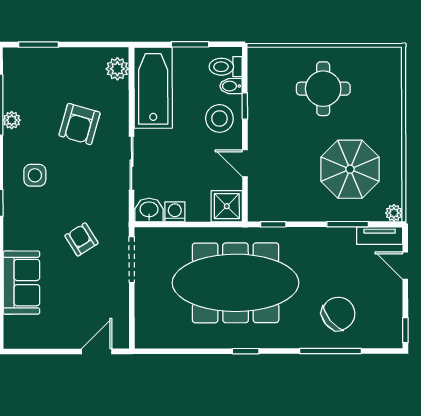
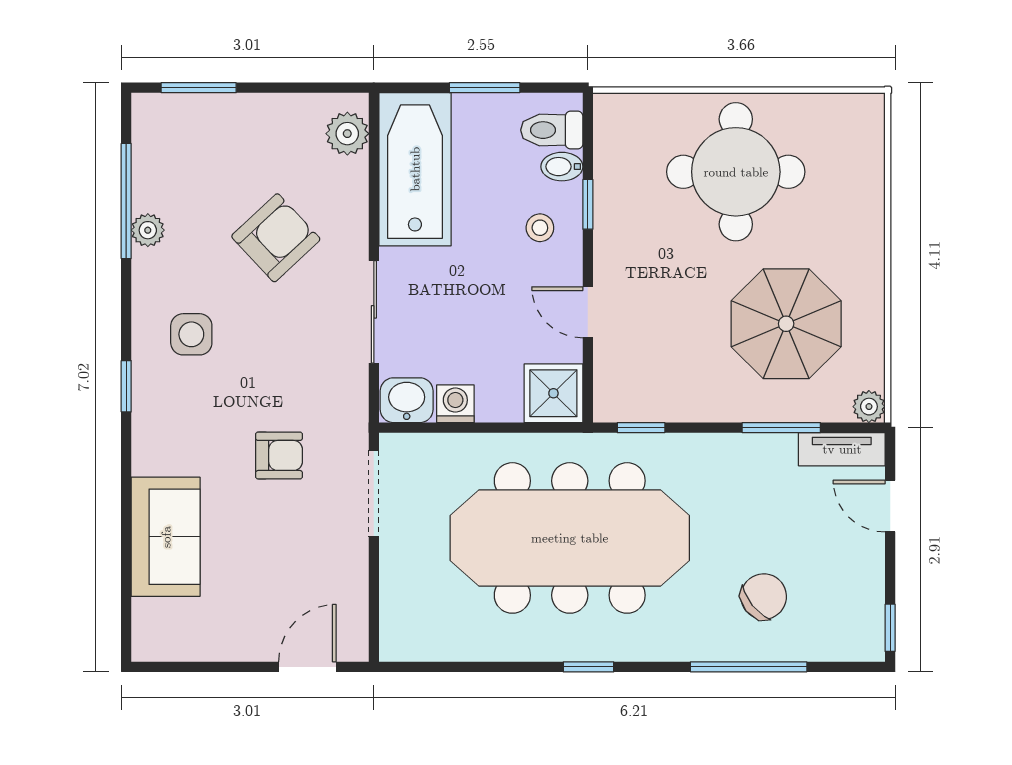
round table: (323, 89) -> (736, 172), width x1.36, depth x1.36
stool: (219, 118) -> (540, 228), width x0.53, depth x0.53
armchair: (80, 124) -> (276, 238), turned -149
armchair: (81, 239) -> (279, 455), turned 122
chair: (338, 314) -> (764, 597), width x0.73, depth x0.73

